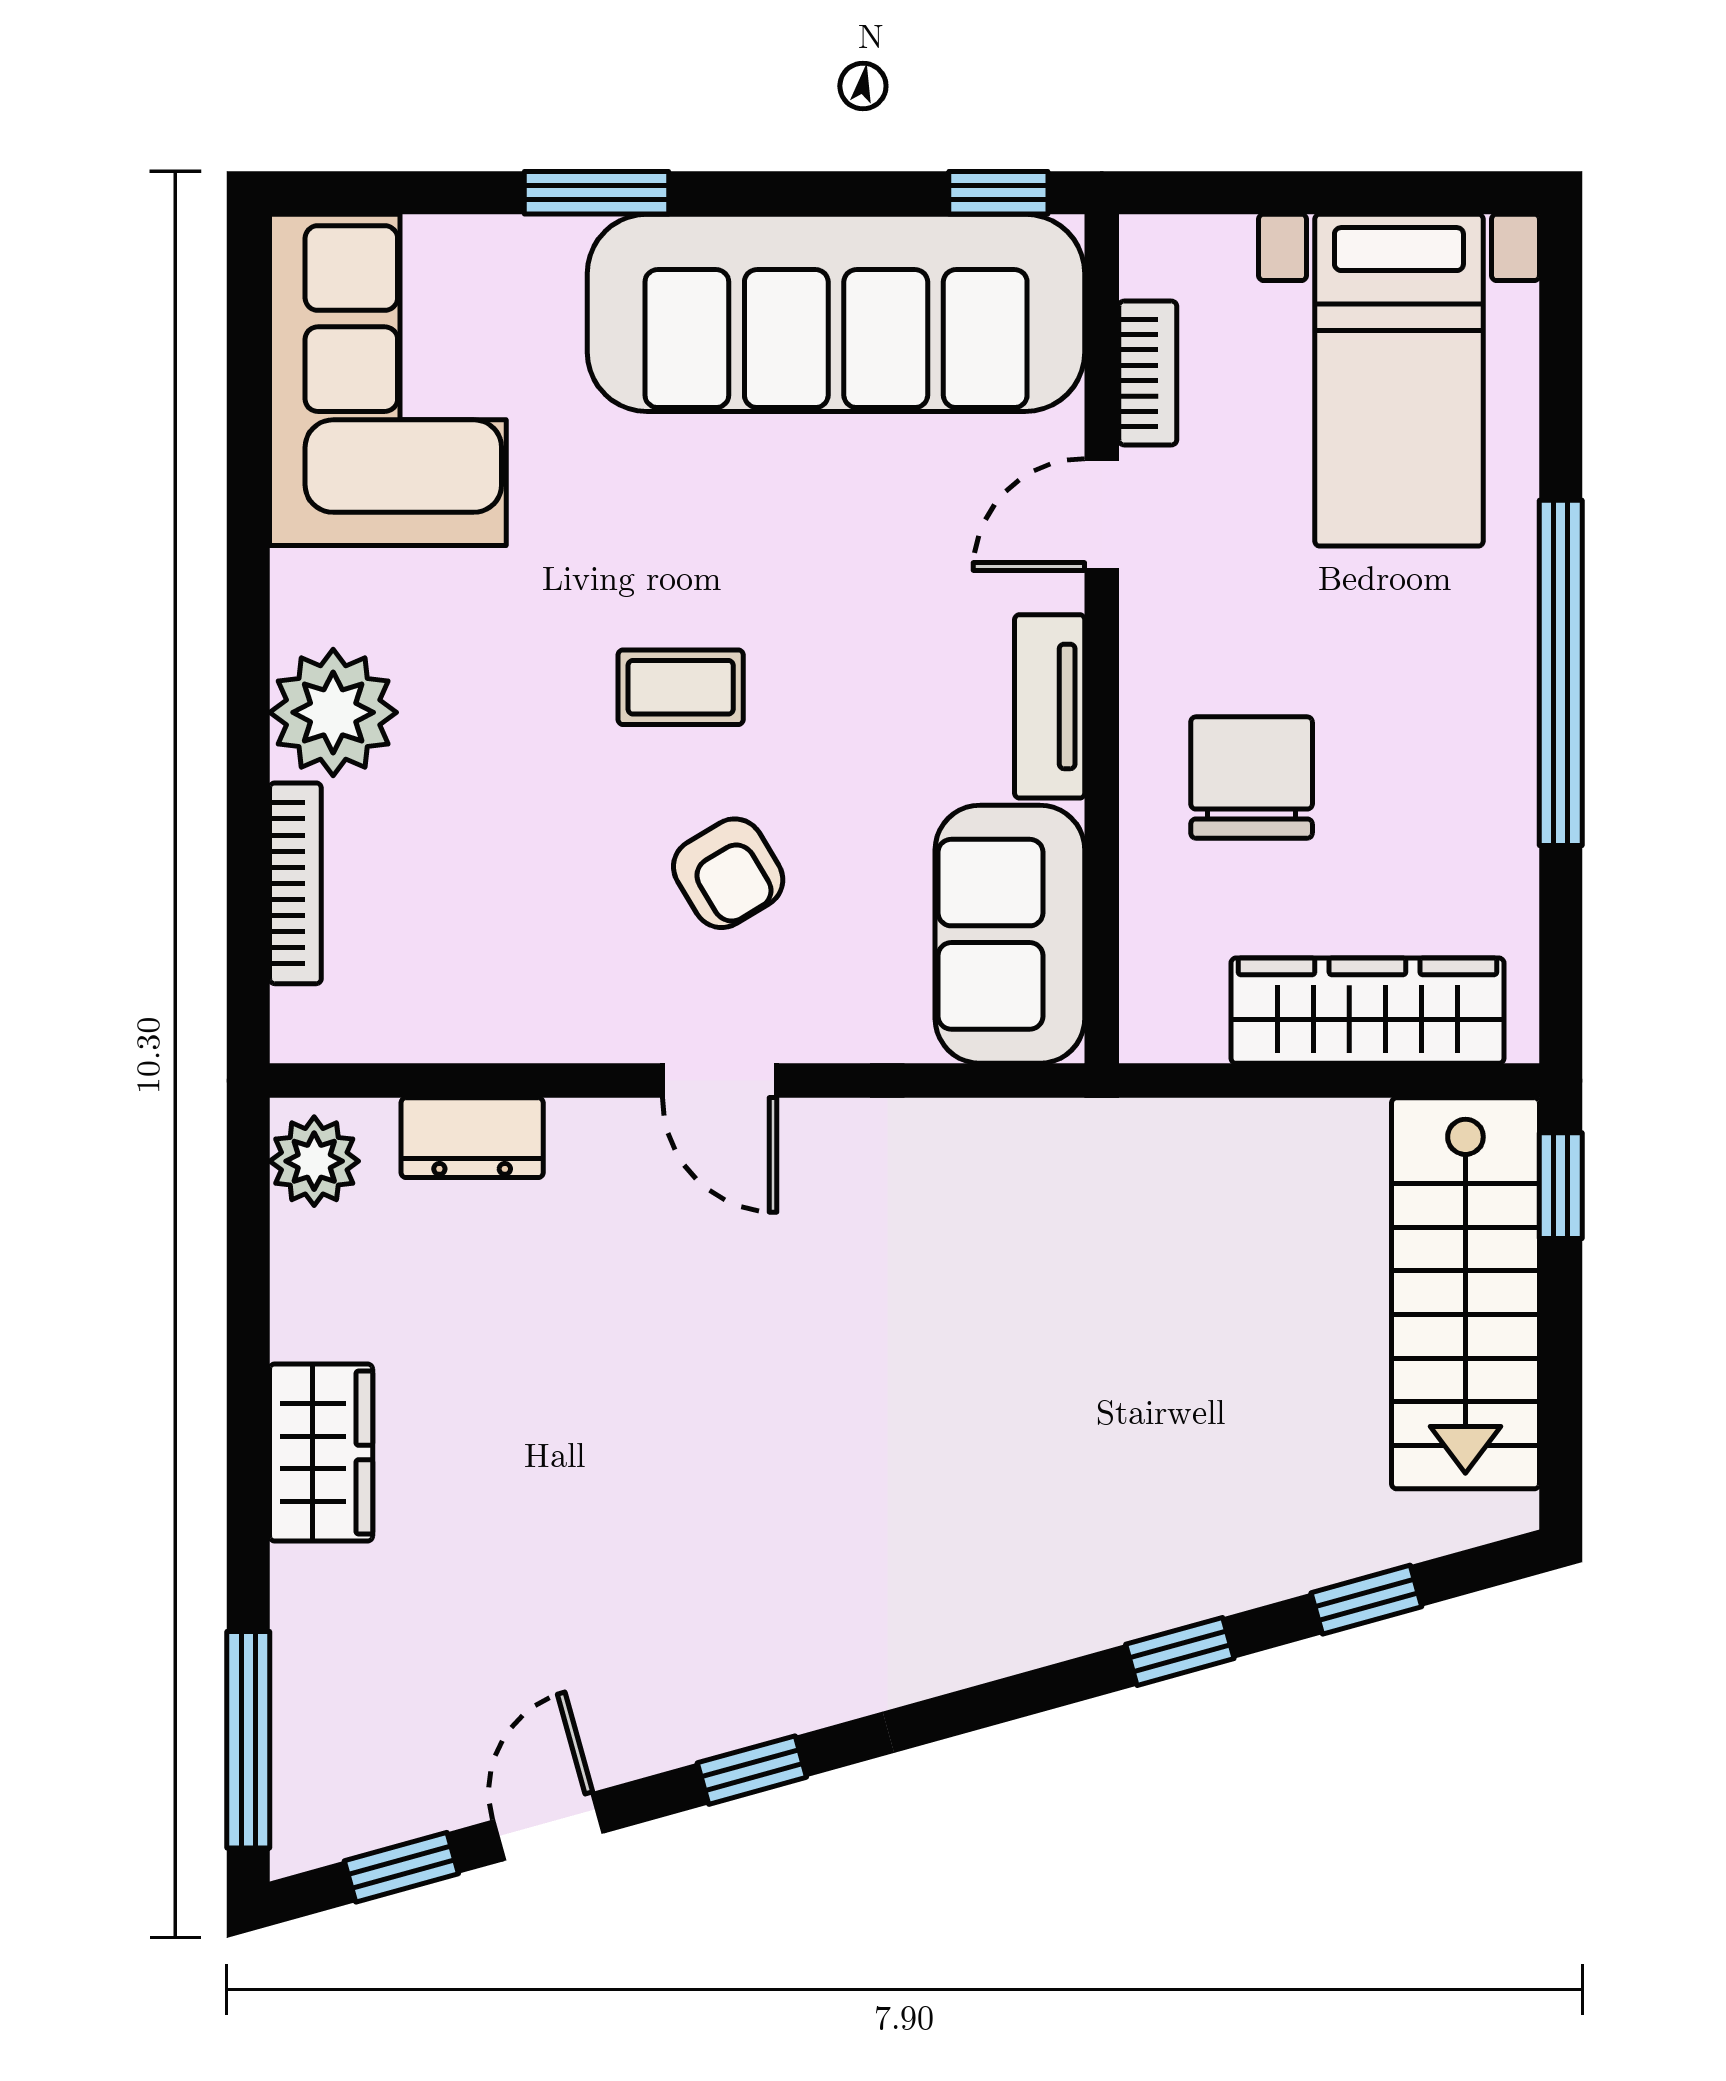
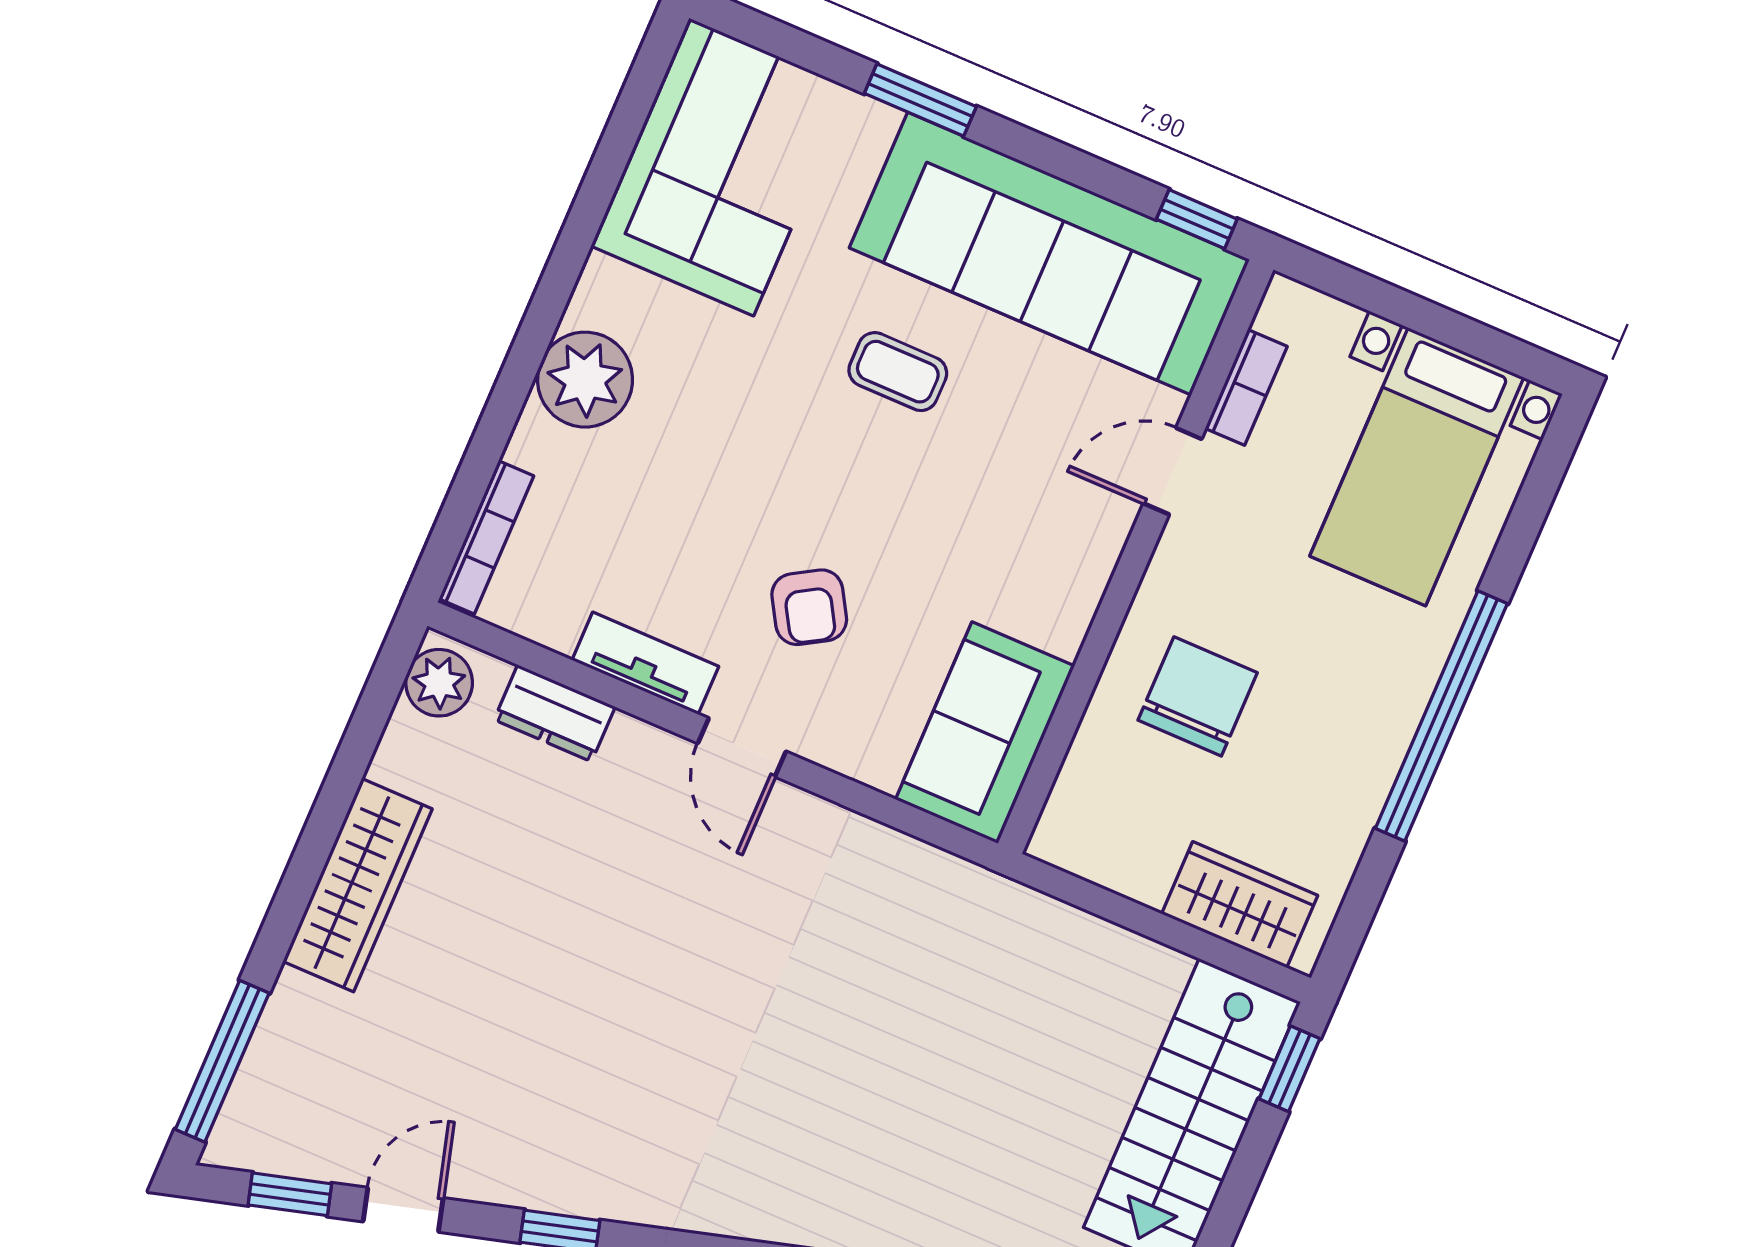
coffee table: (681, 687) -> (898, 372), moved
tv unit: (1050, 706) -> (645, 663), moved, turned 90
bookcase: (295, 883) -> (486, 537), moved
wardrobe: (1367, 1011) -> (1240, 905), width x0.67
wardrobe: (321, 1453) -> (358, 885), width x1.50

